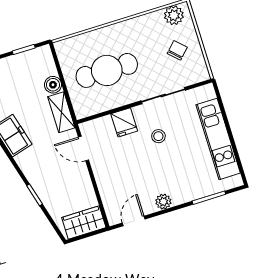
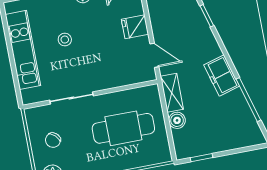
fridge: (124, 122) -> (135, 27), moved, turned -90
stool: (158, 136) -> (65, 40), moved

